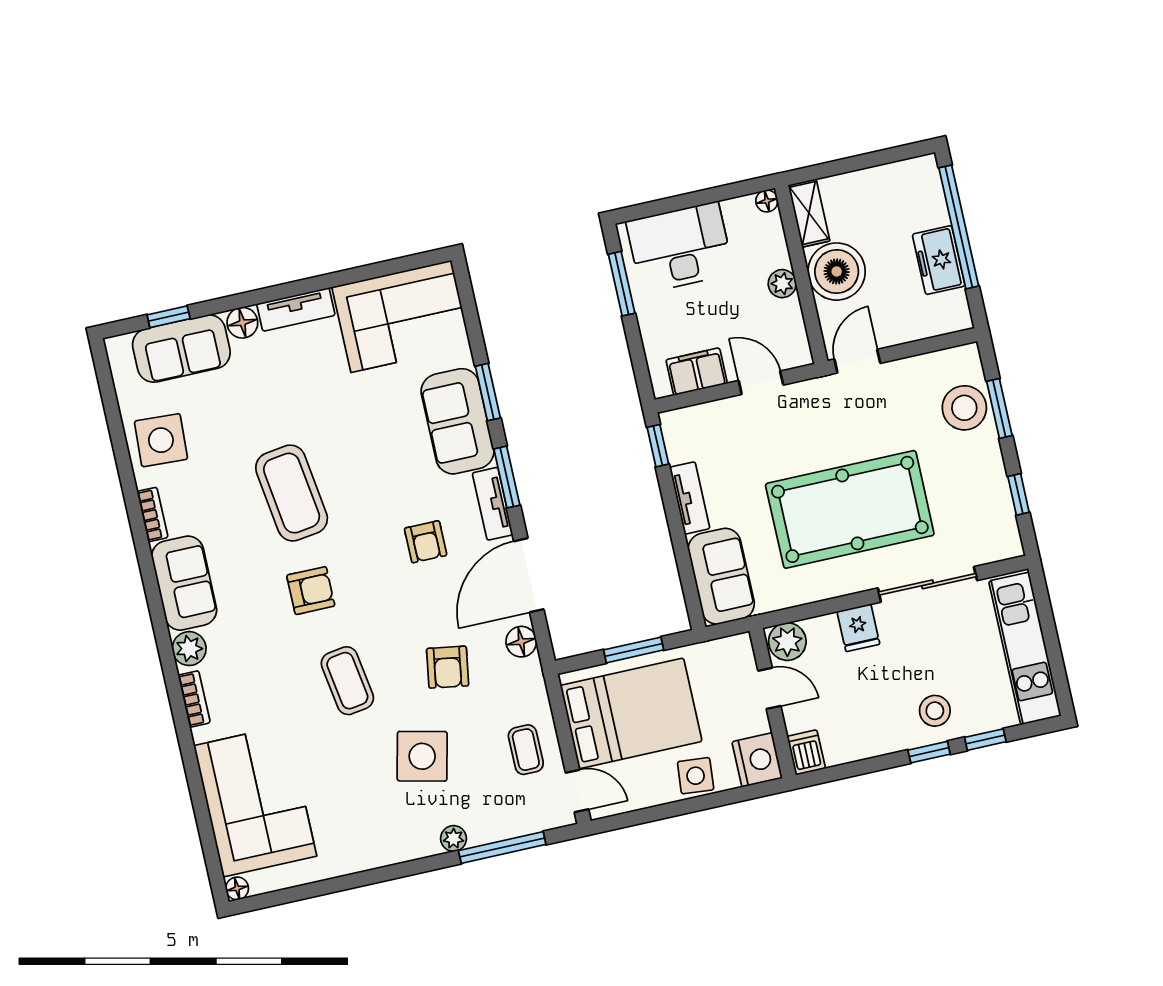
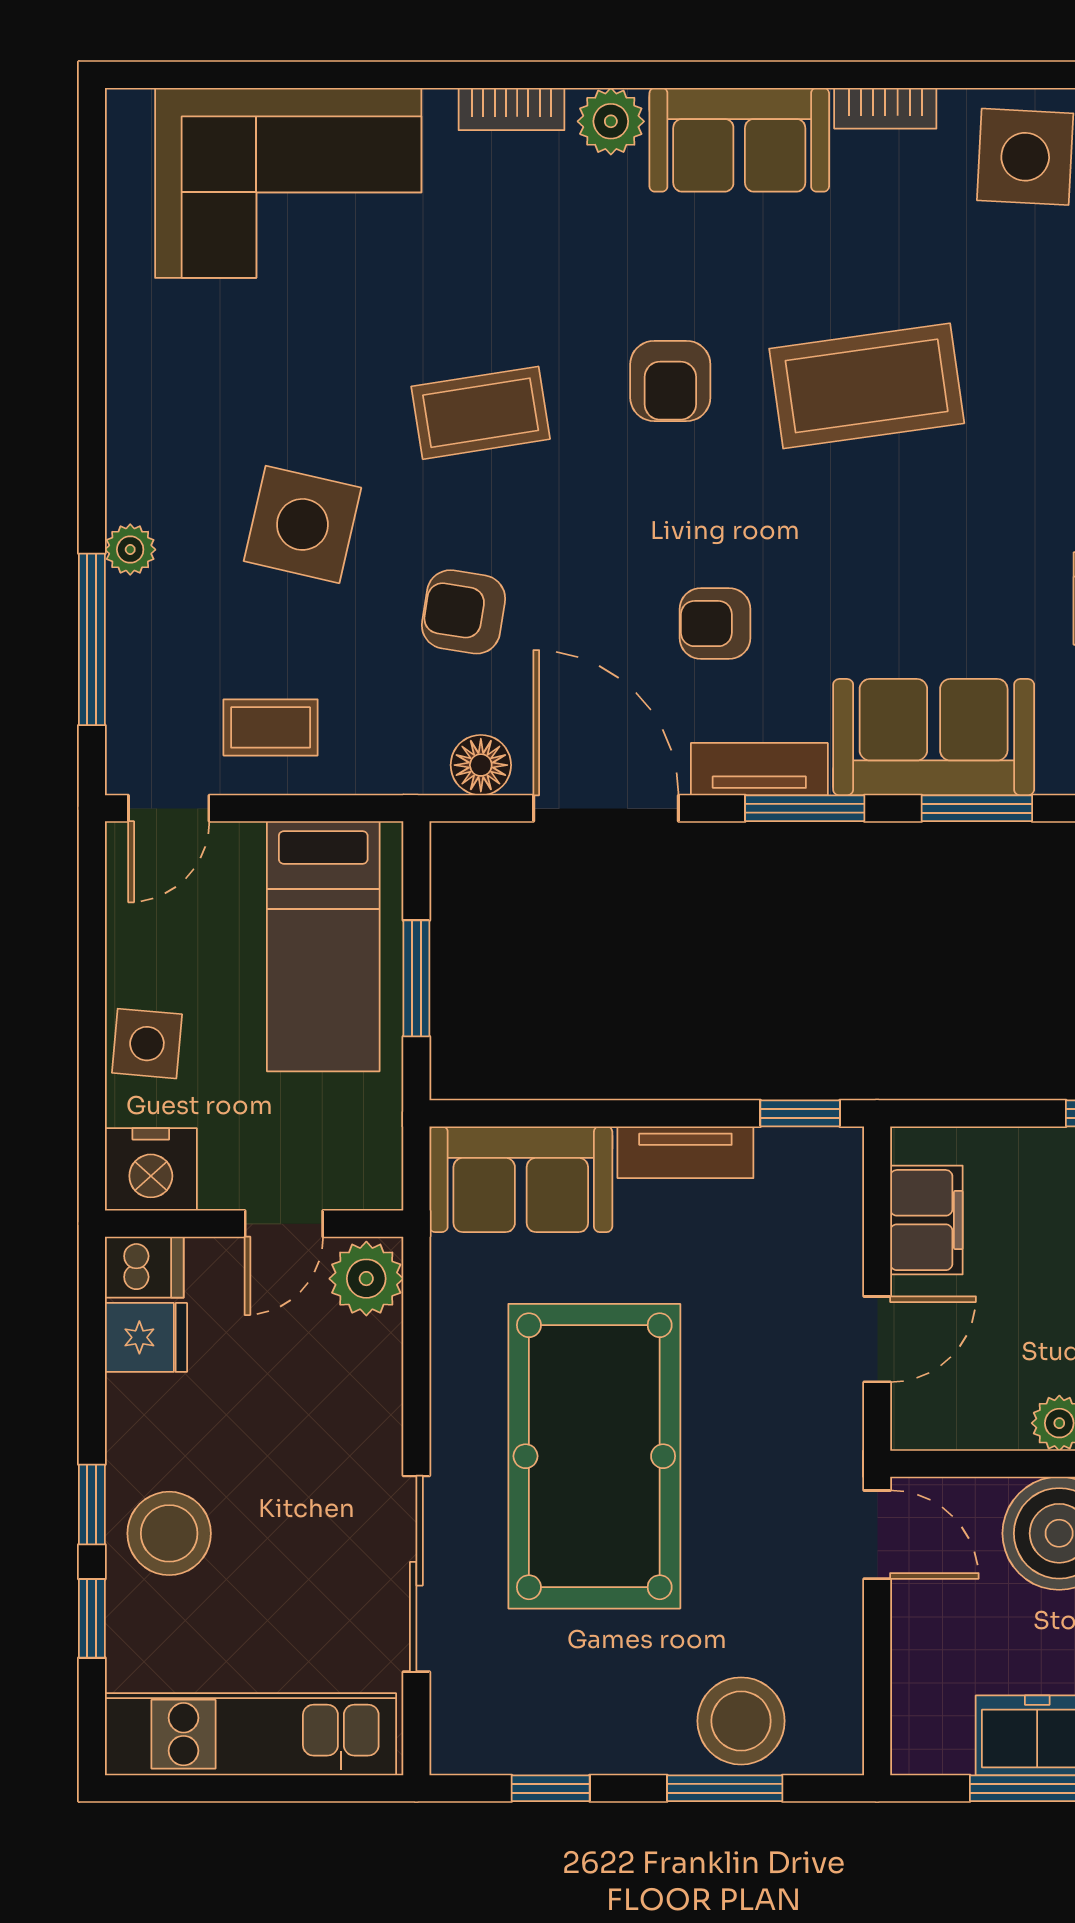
fridge: (858, 628) -> (146, 1337), moved, turned 180
stool: (935, 711) -> (169, 1533), width x1.38, depth x1.38
bed: (631, 713) -> (323, 946), width x0.67
floor lamp: (237, 888) -> (127, 110), removed

